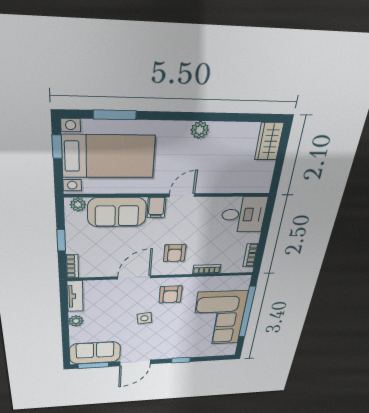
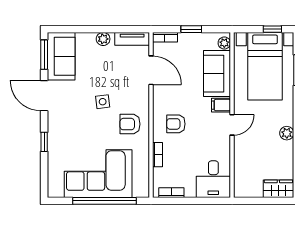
door: (182, 195) -> (232, 125), hinge flipped
door: (134, 277) -> (151, 70), moved

